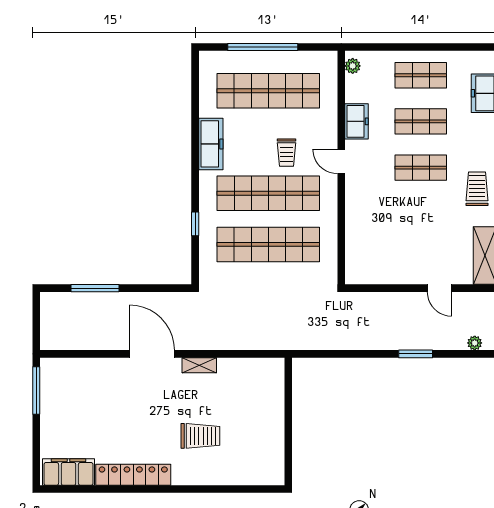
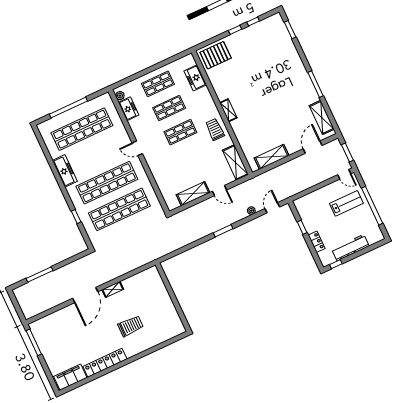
freezer: (356, 121) -> (129, 109), moved
trolley: (286, 153) -> (107, 157), removed
shelving: (396, 274) -> (193, 194), added
door: (152, 354) -> (85, 295), swing flipped

